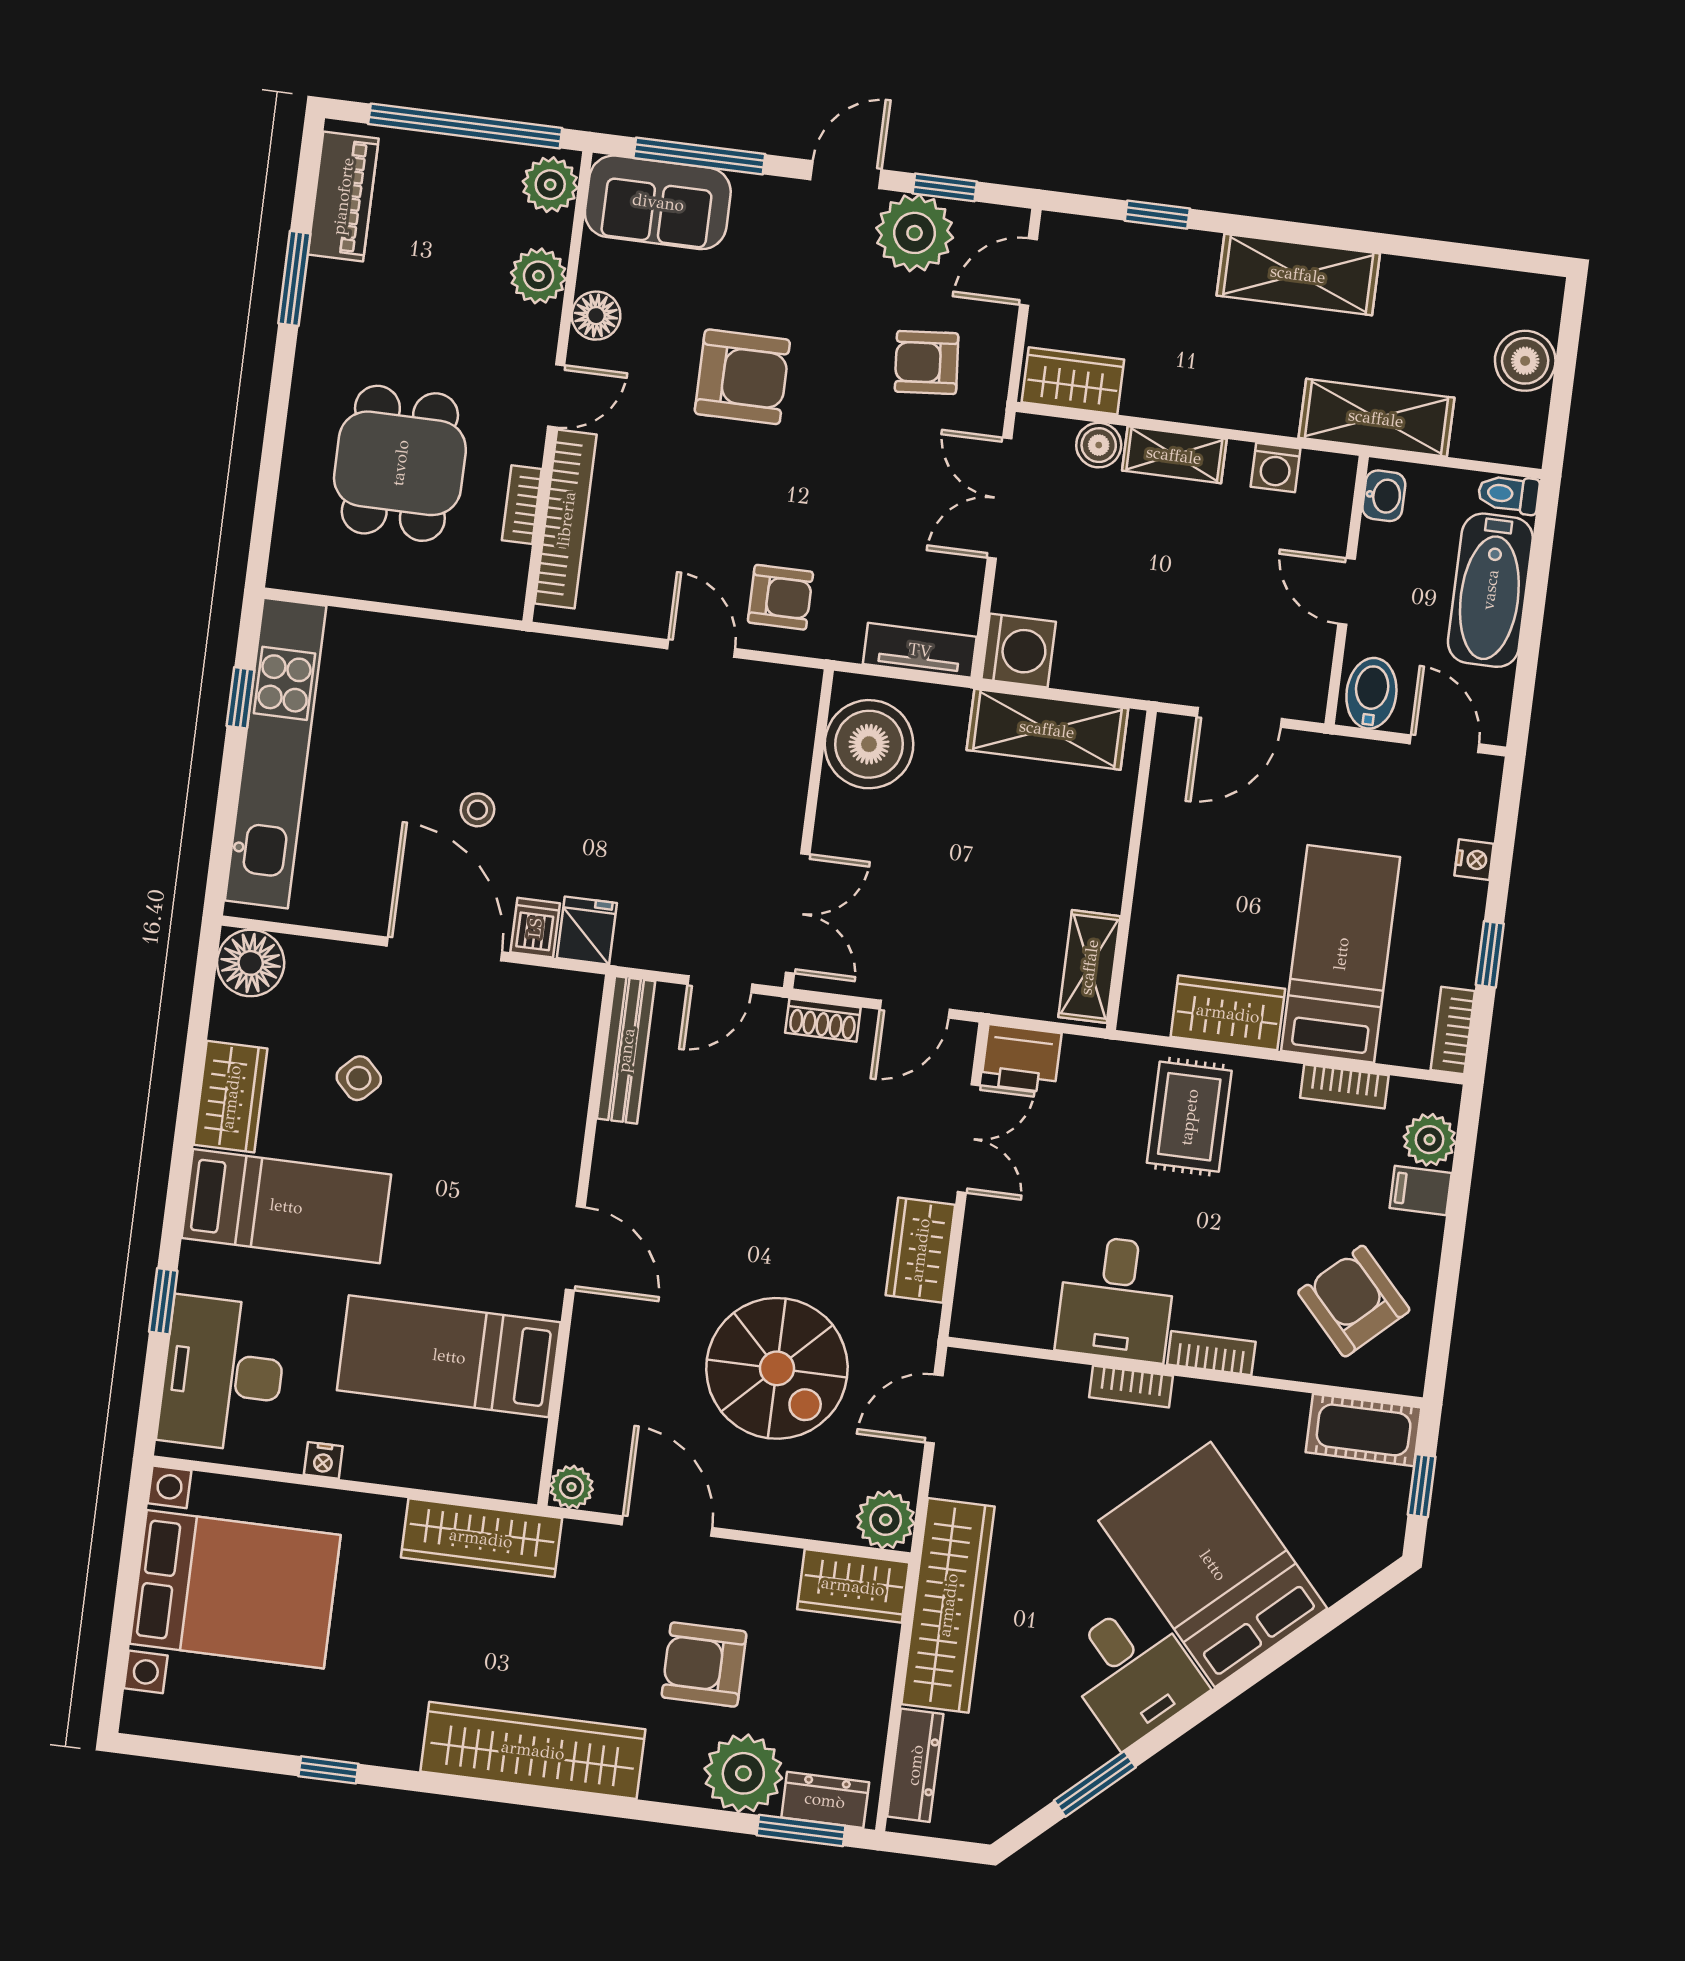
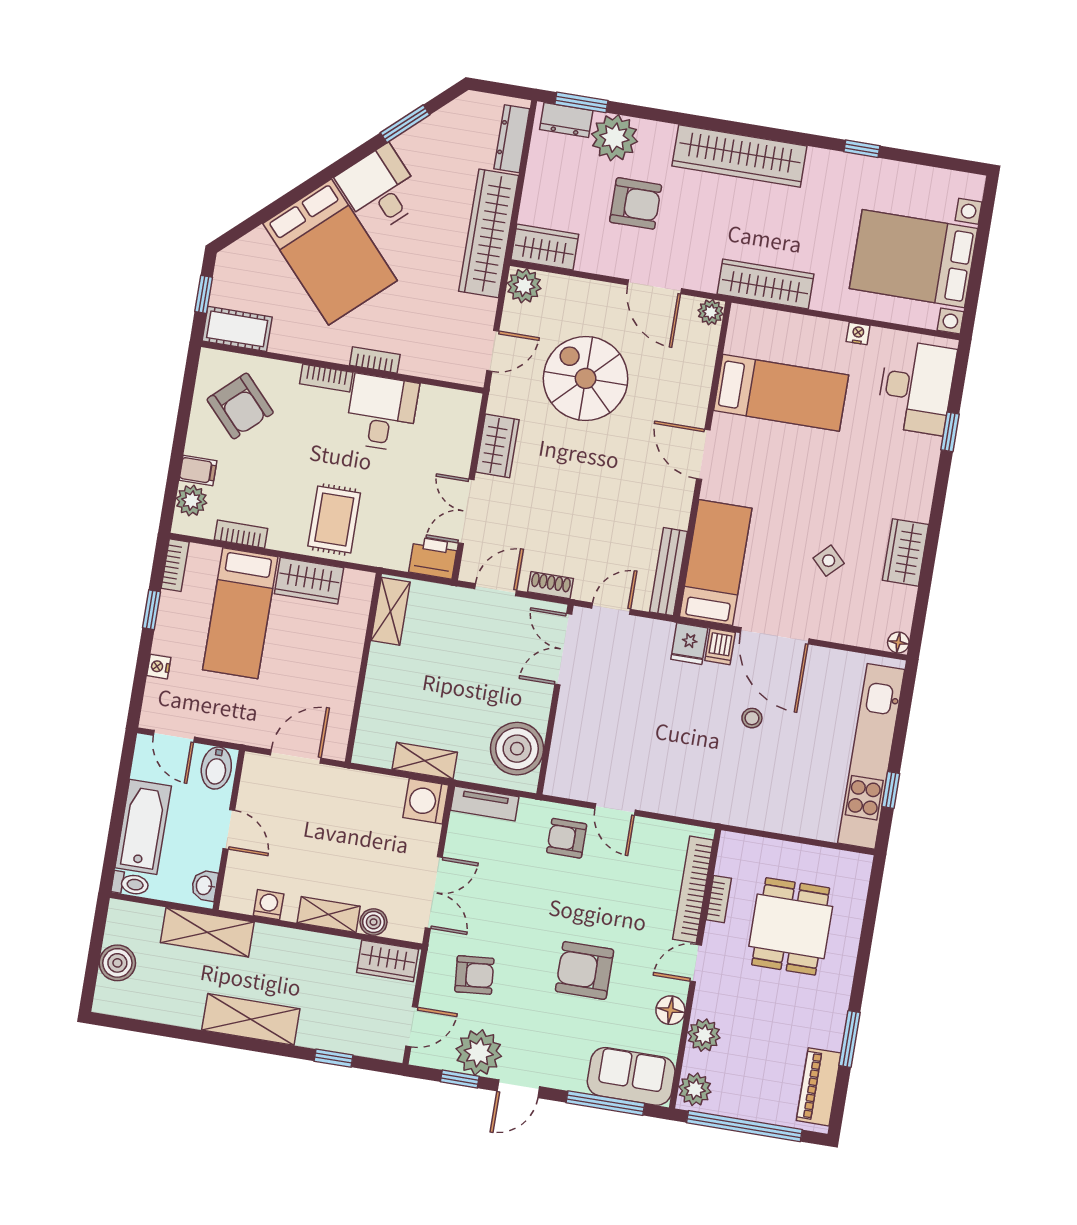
shelving: (1047, 729) -> (425, 761), width x0.67, depth x0.75
floor lamp: (251, 963) -> (898, 642), width x0.53, depth x0.53
bed: (286, 1206) -> (716, 563), moved, turned 90

